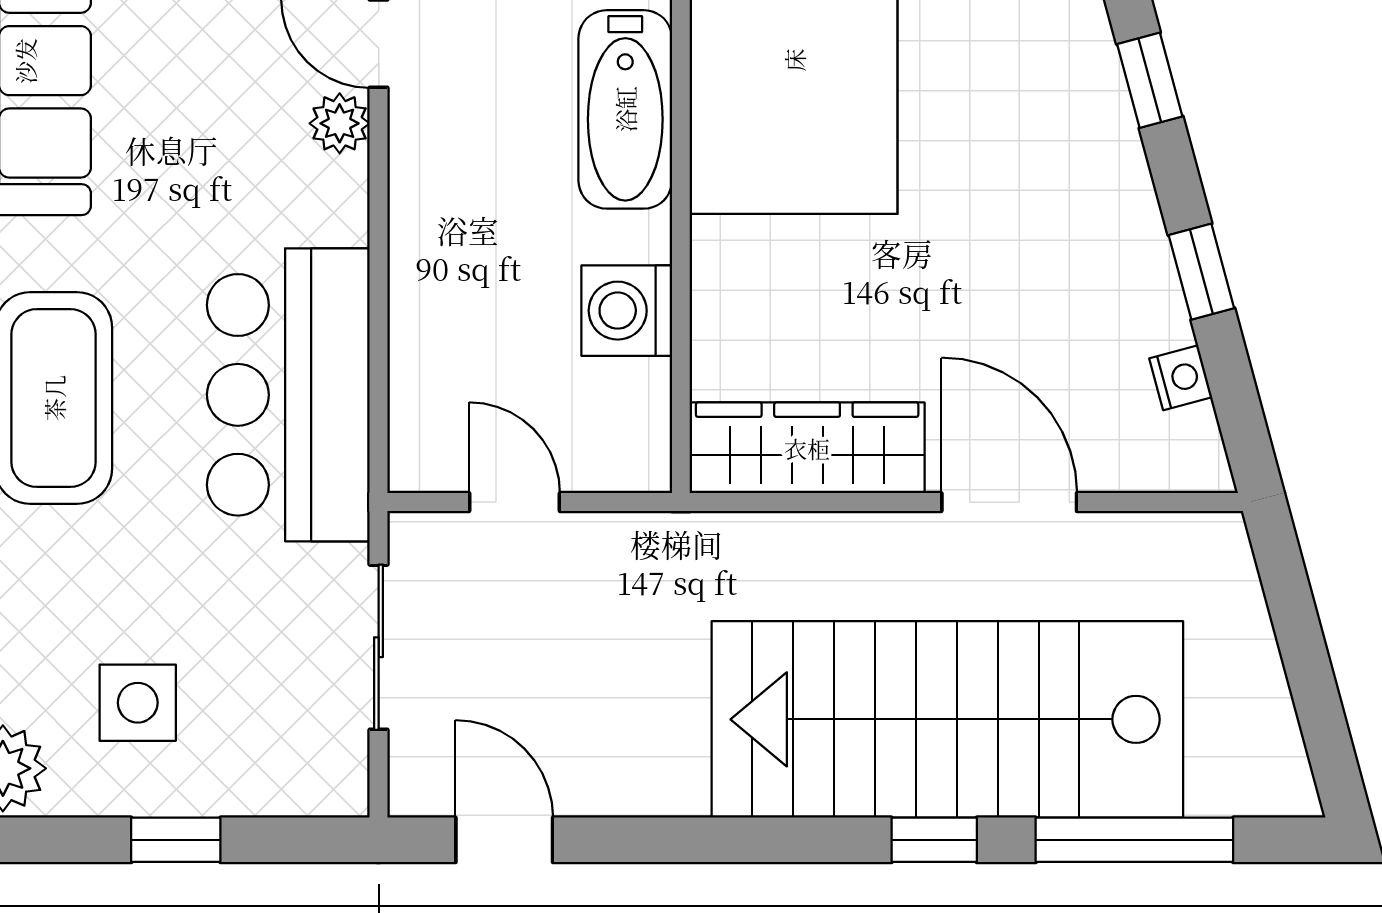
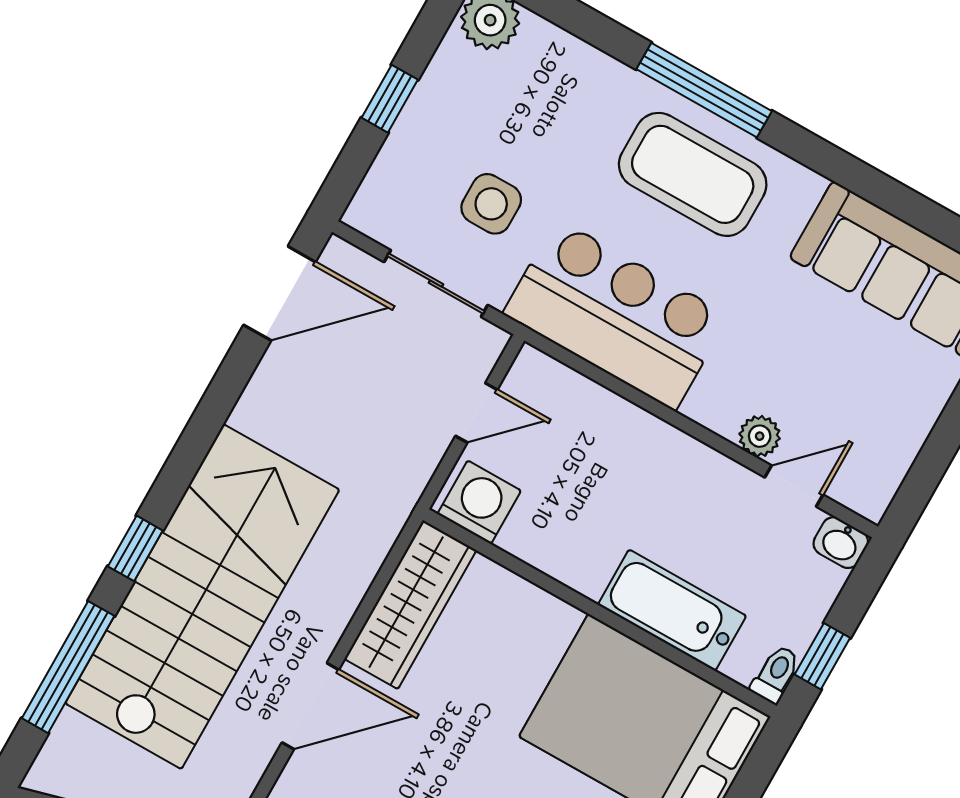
washing machine: (627, 311) -> (479, 502), moved
side table: (138, 703) -> (491, 204), moved
door: (504, 840) -> (280, 293), width x1.38

